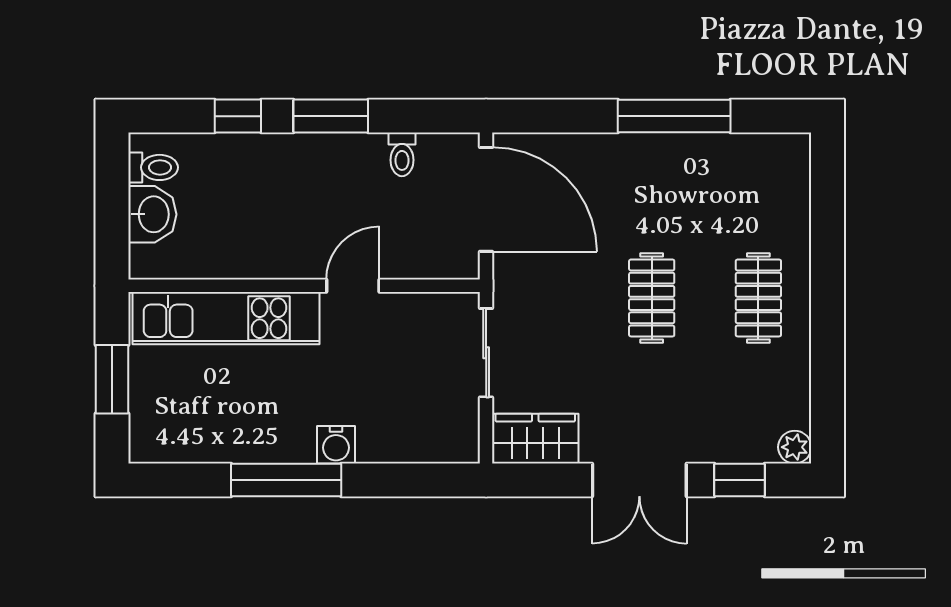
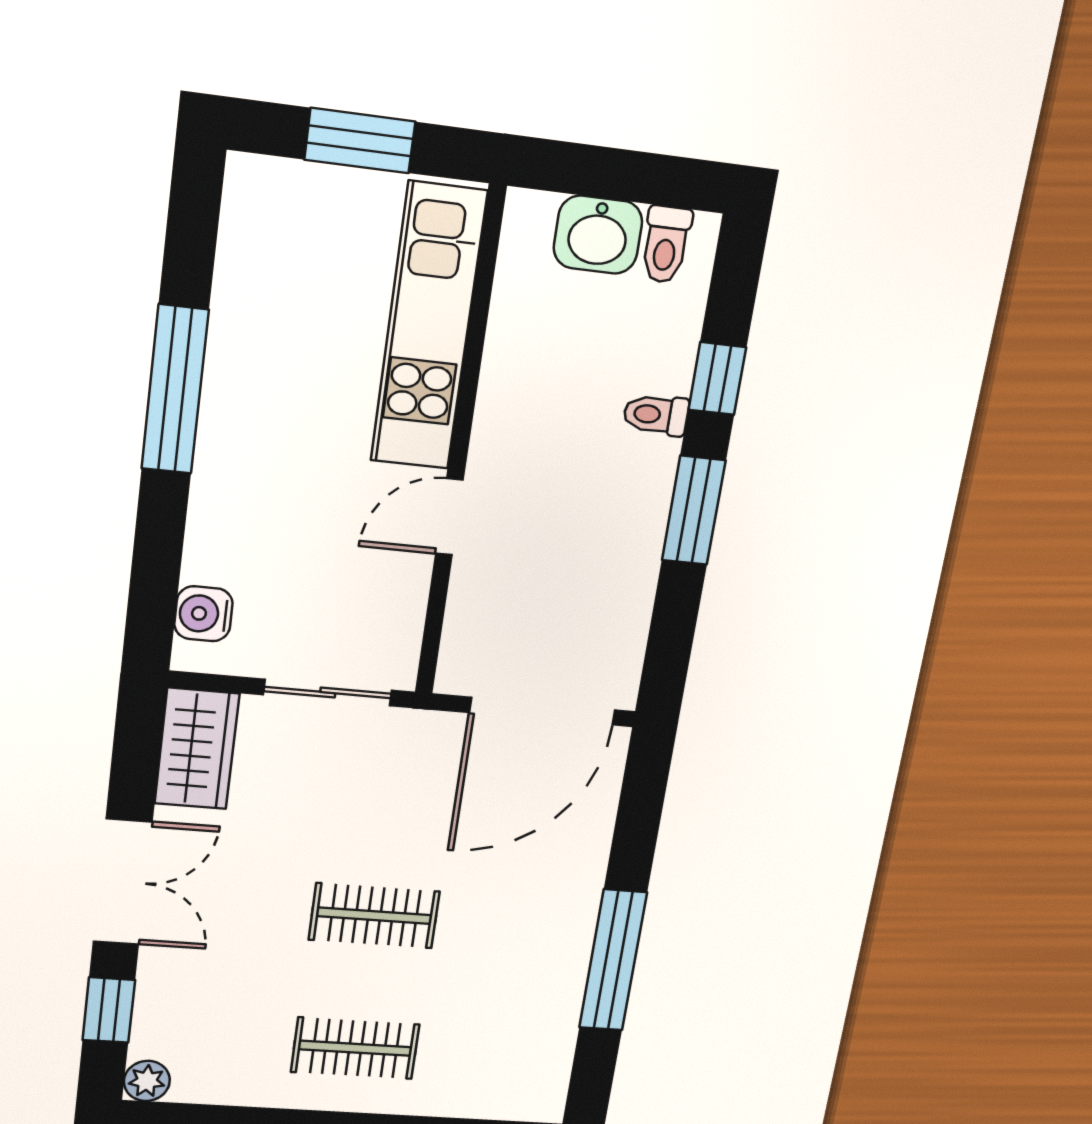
toilet: (402, 154) -> (656, 415), moved
door: (353, 286) -> (449, 517), swing flipped
water cooler: (336, 445) -> (203, 614), moved
double door: (639, 480) -> (122, 882), swing flipped

